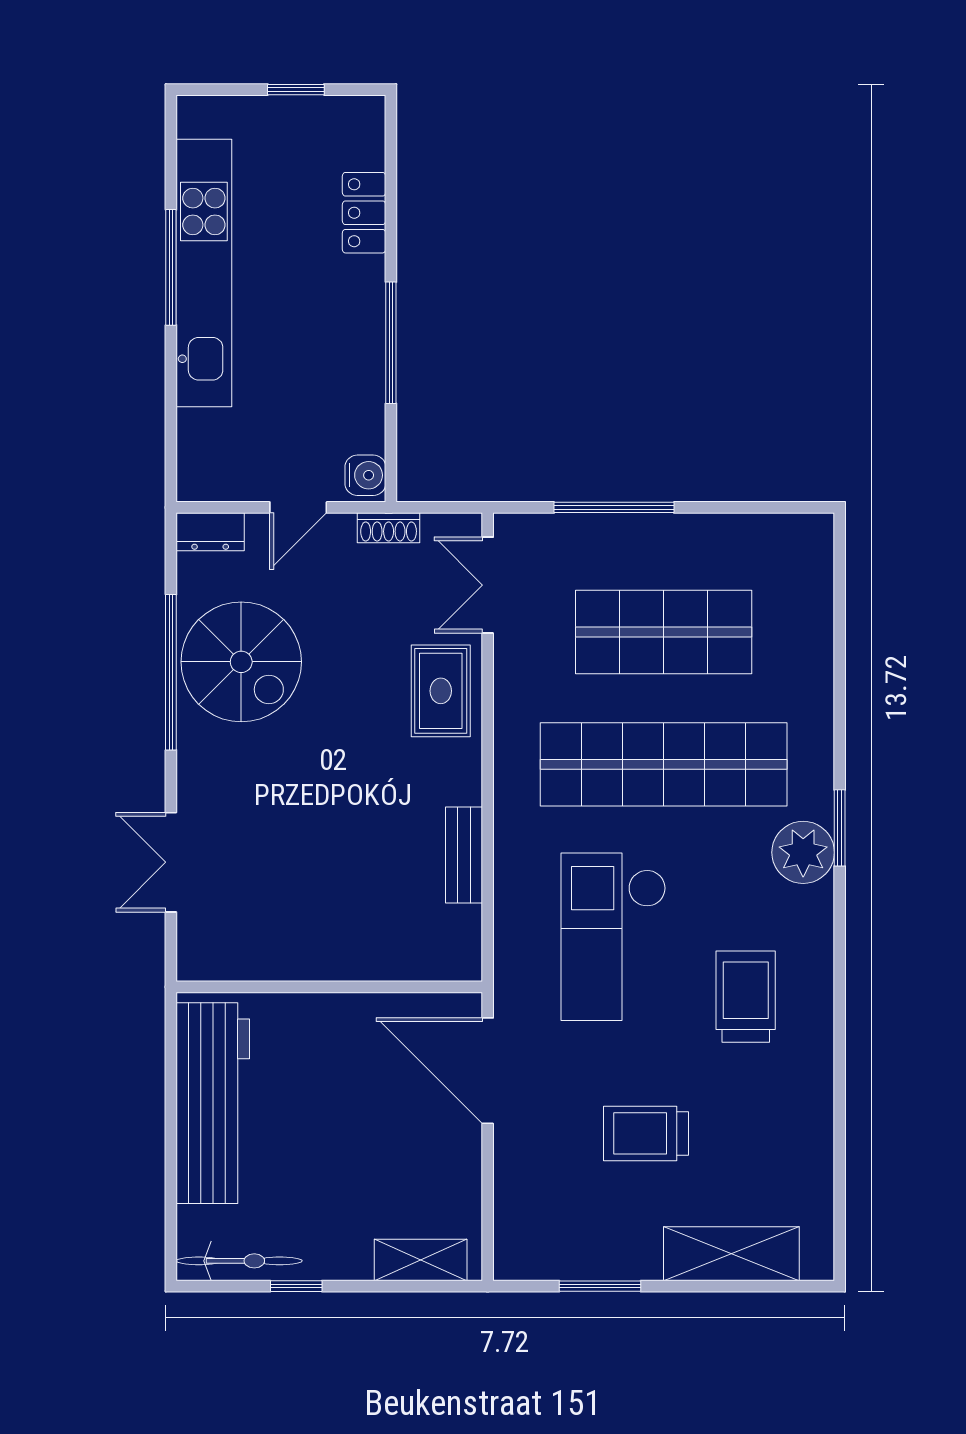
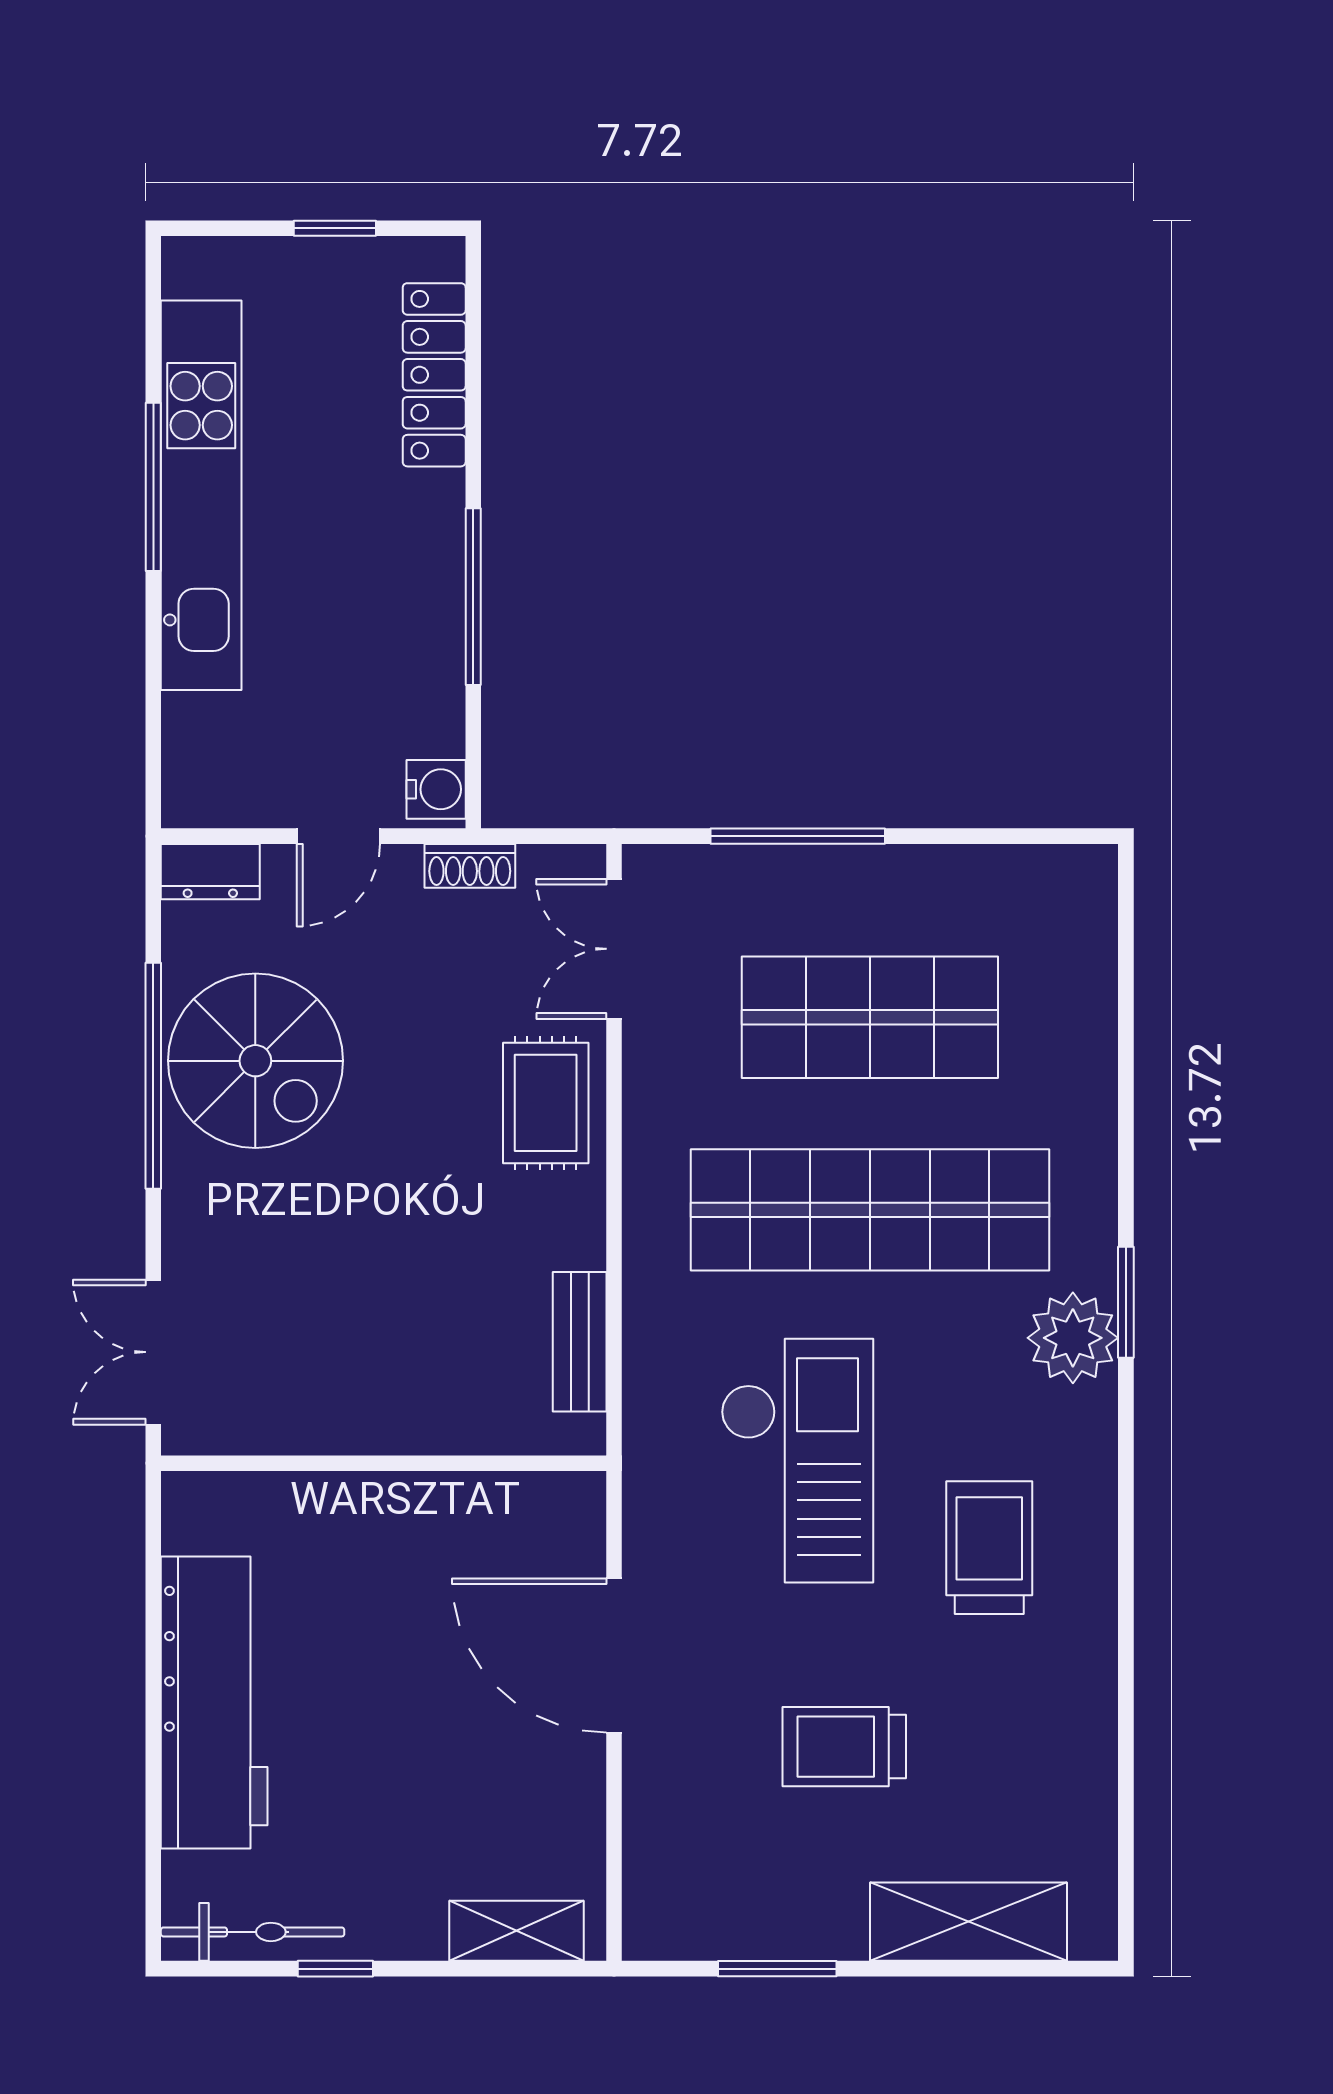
locker: (364, 213) -> (434, 375), width x1.53
checkout: (614, 937) -> (797, 1461), turned 180
wall: (329, 987) -> (384, 1463), moved

